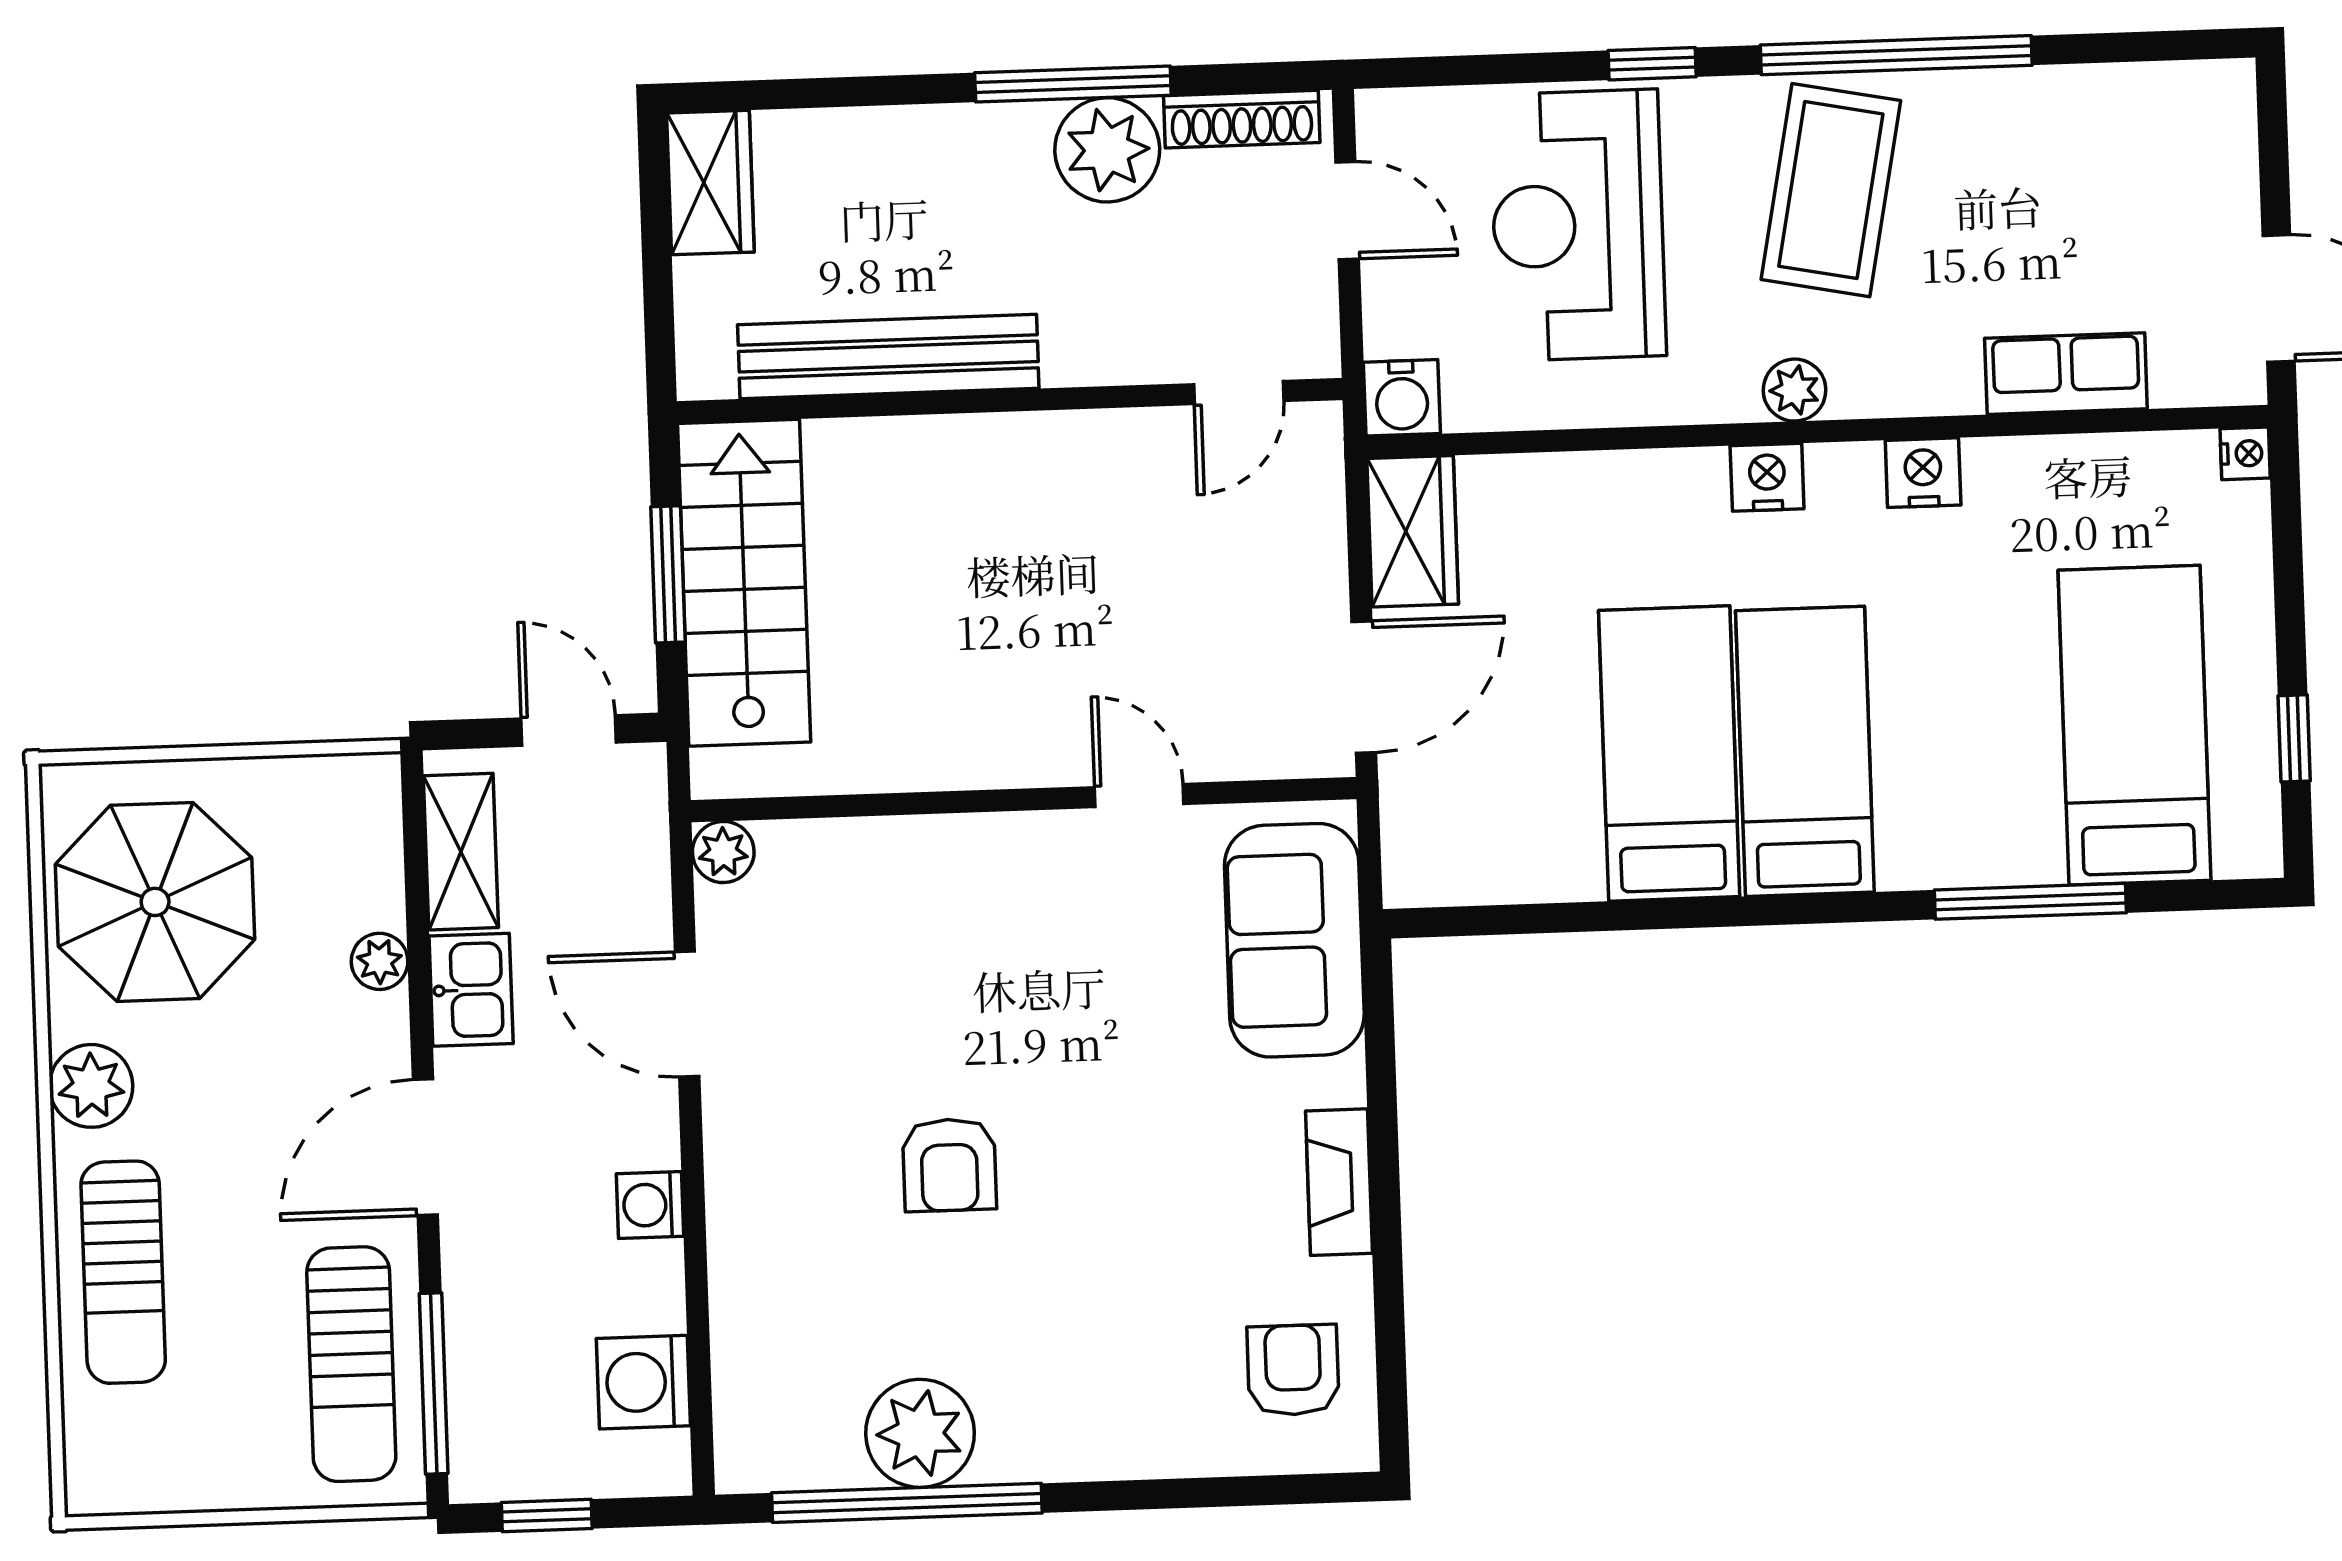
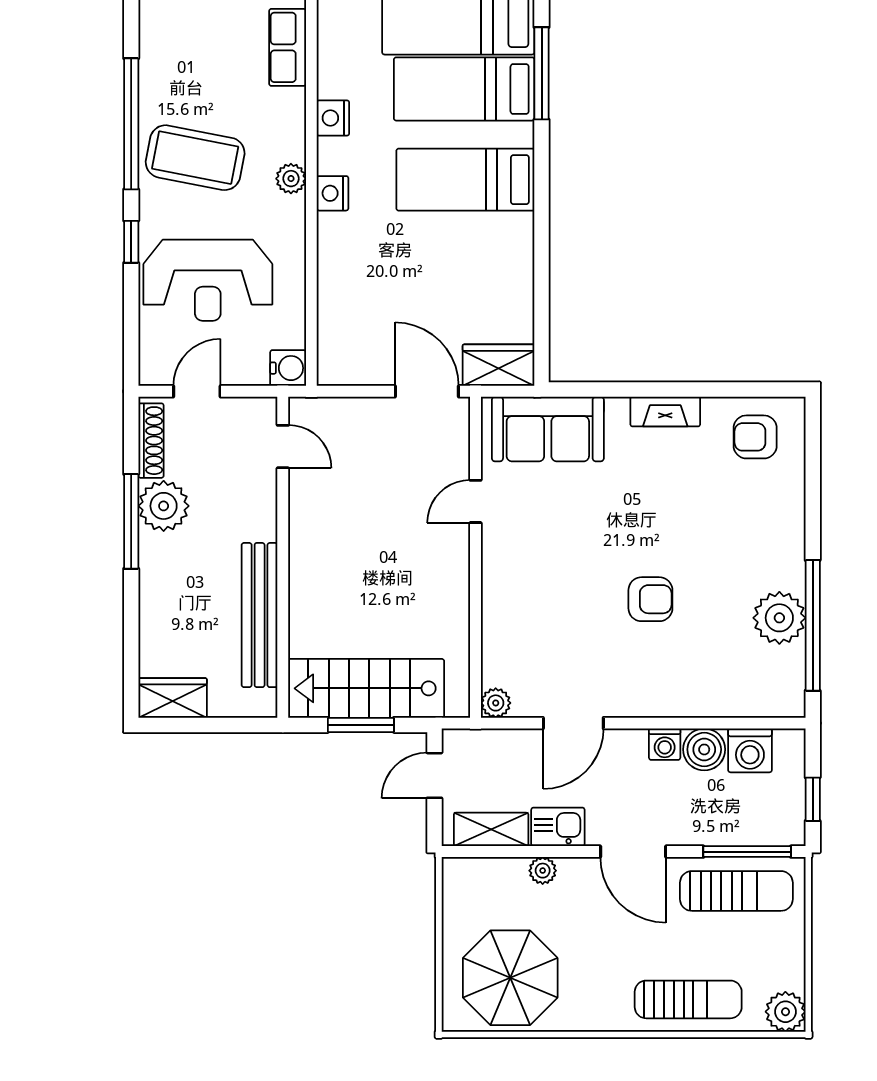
wardrobe: (1413, 531) -> (498, 365), moved
bed: (1669, 754) -> (464, 89), moved
plant: (91, 1086) -> (785, 1012), moved
boiler: (642, 1287) -> (704, 749), added

